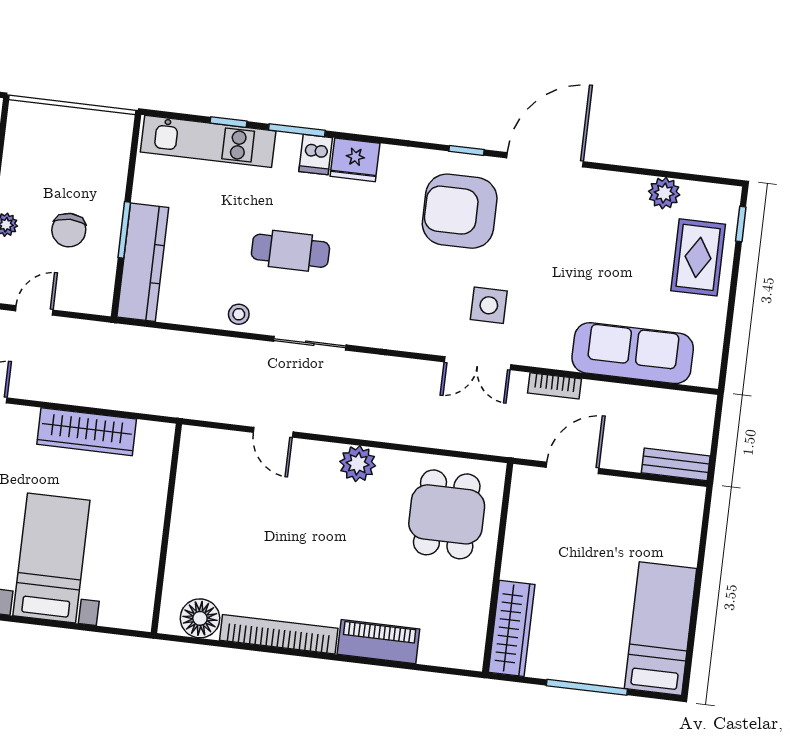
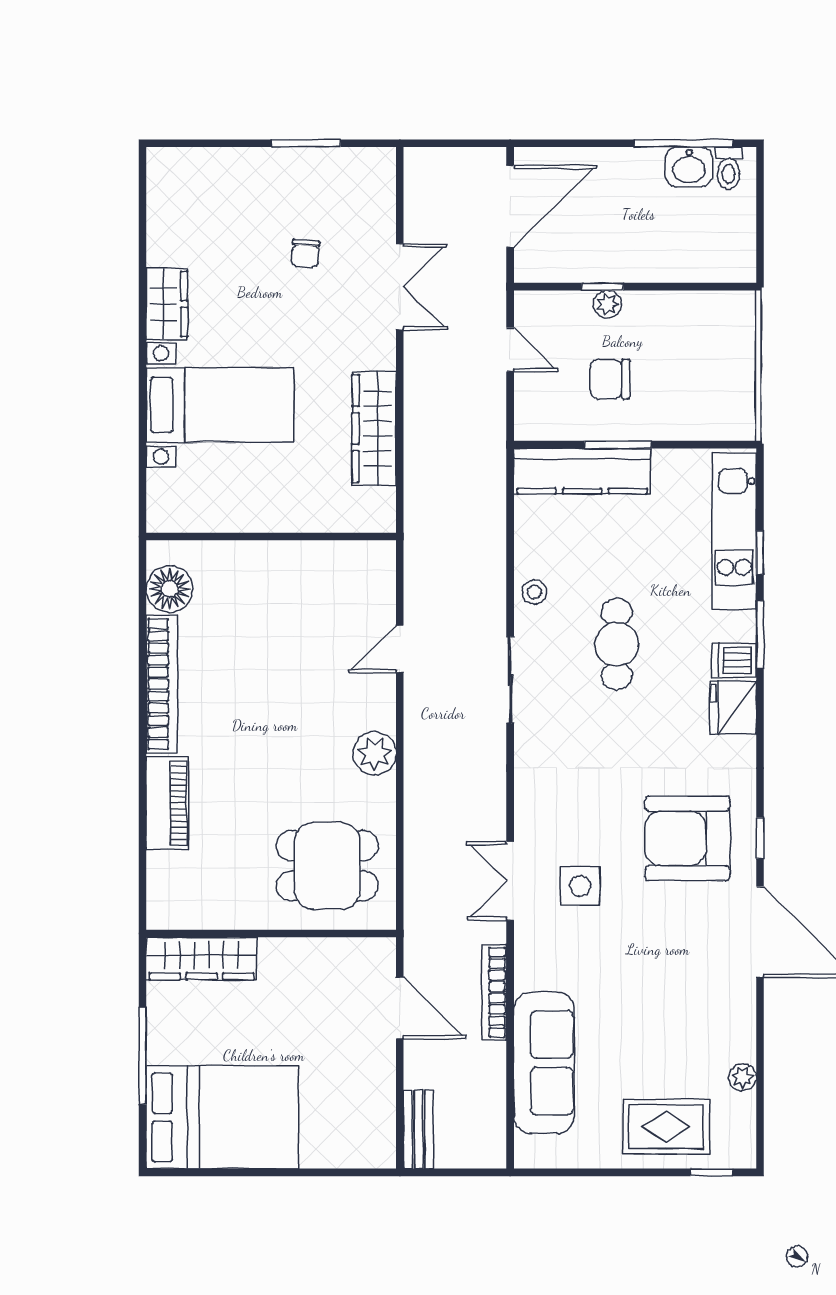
plant: (664, 193) -> (743, 1077), width x0.73, depth x0.73
armchair: (460, 211) -> (687, 838), turned -90
bookcase: (554, 386) -> (494, 992), width x1.56
bed: (660, 629) -> (222, 1117), width x1.50

